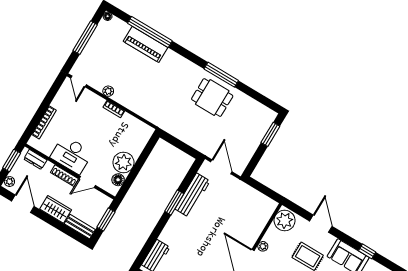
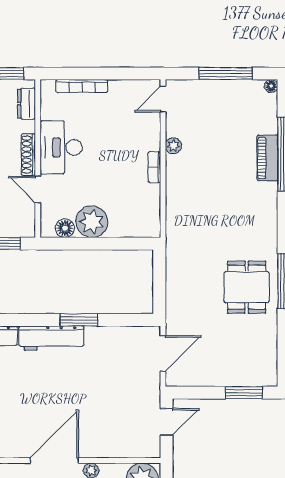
piano: (146, 44) -> (267, 158), width x0.73, depth x0.75
door: (261, 188) -> (166, 422), added
workbench: (193, 195) -> (51, 338), moved

